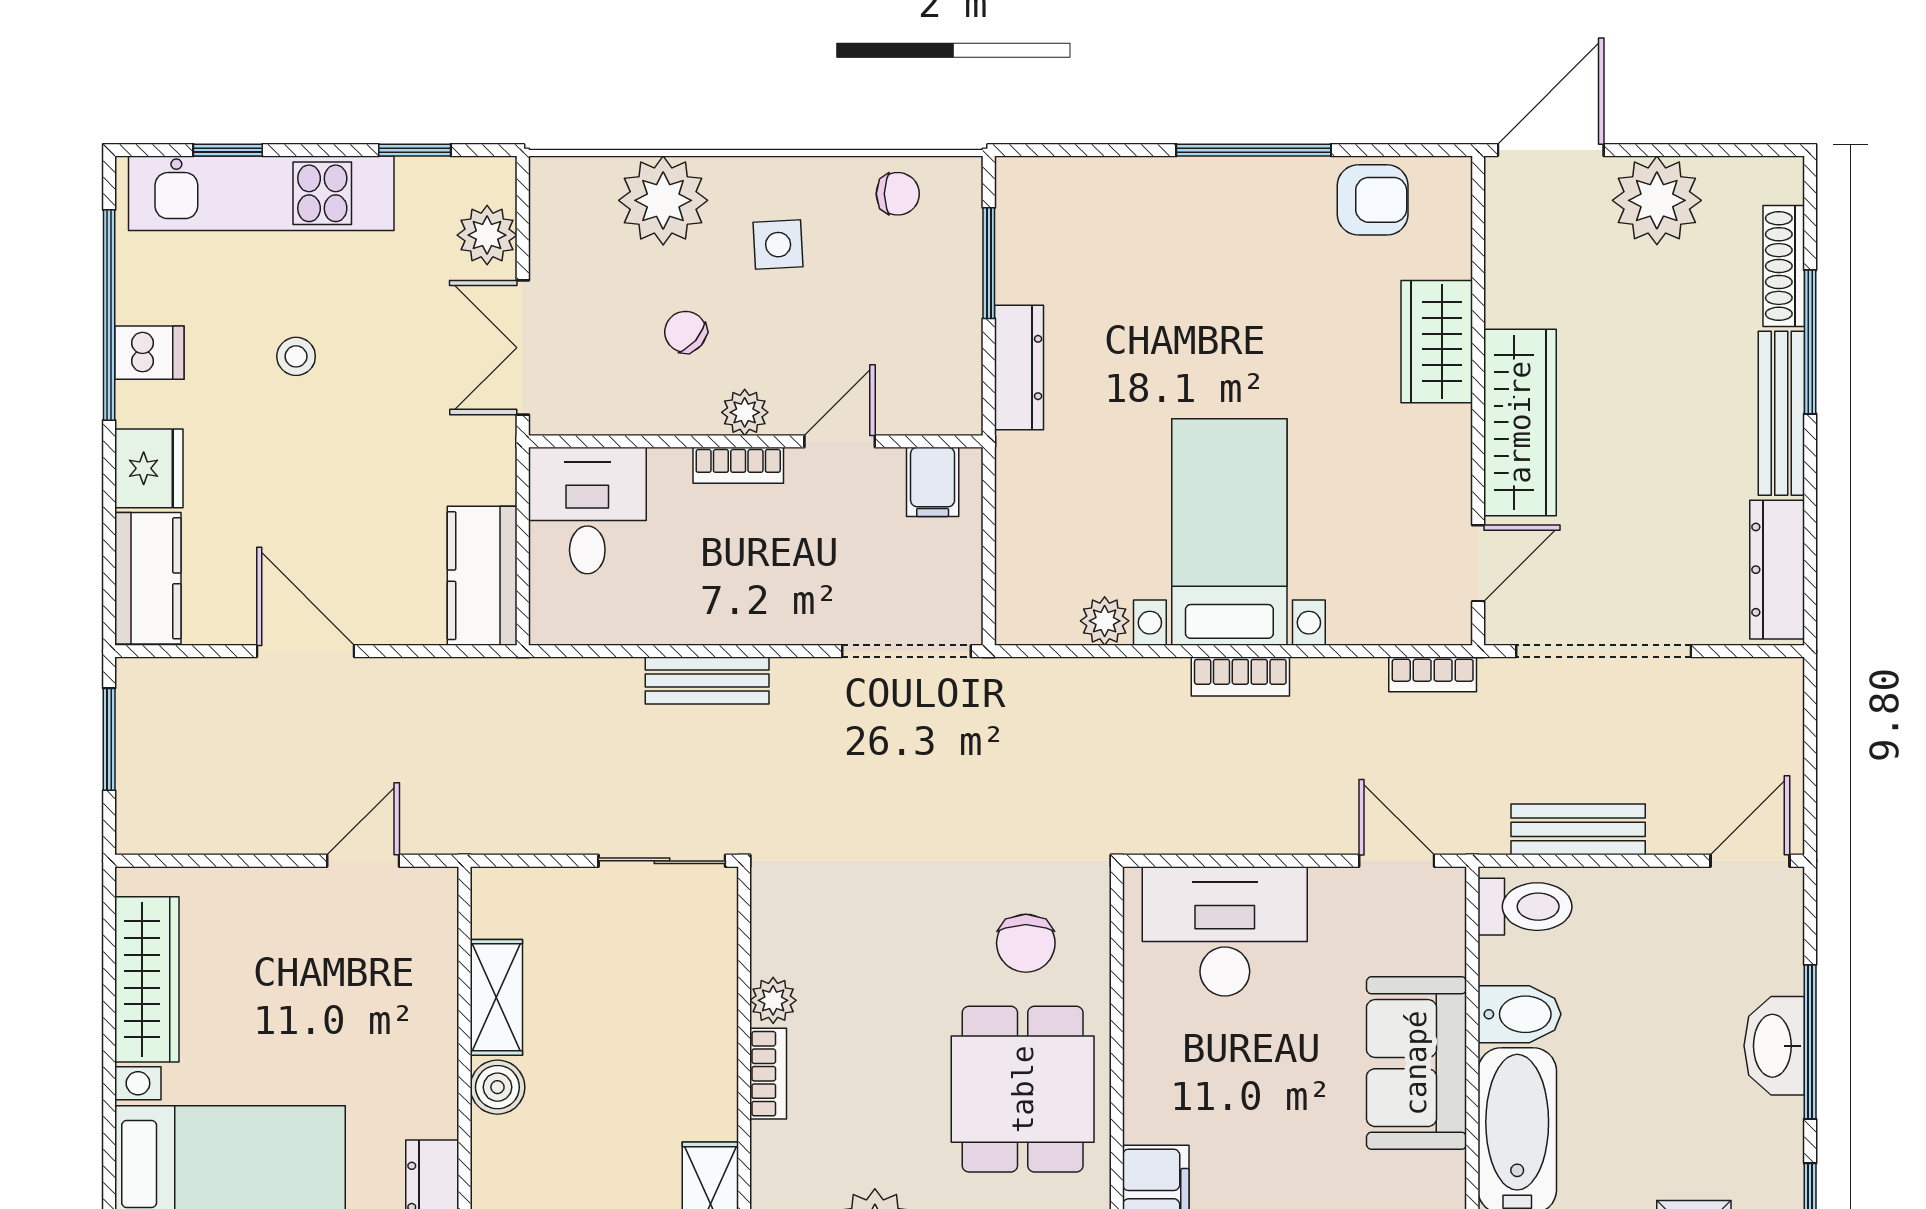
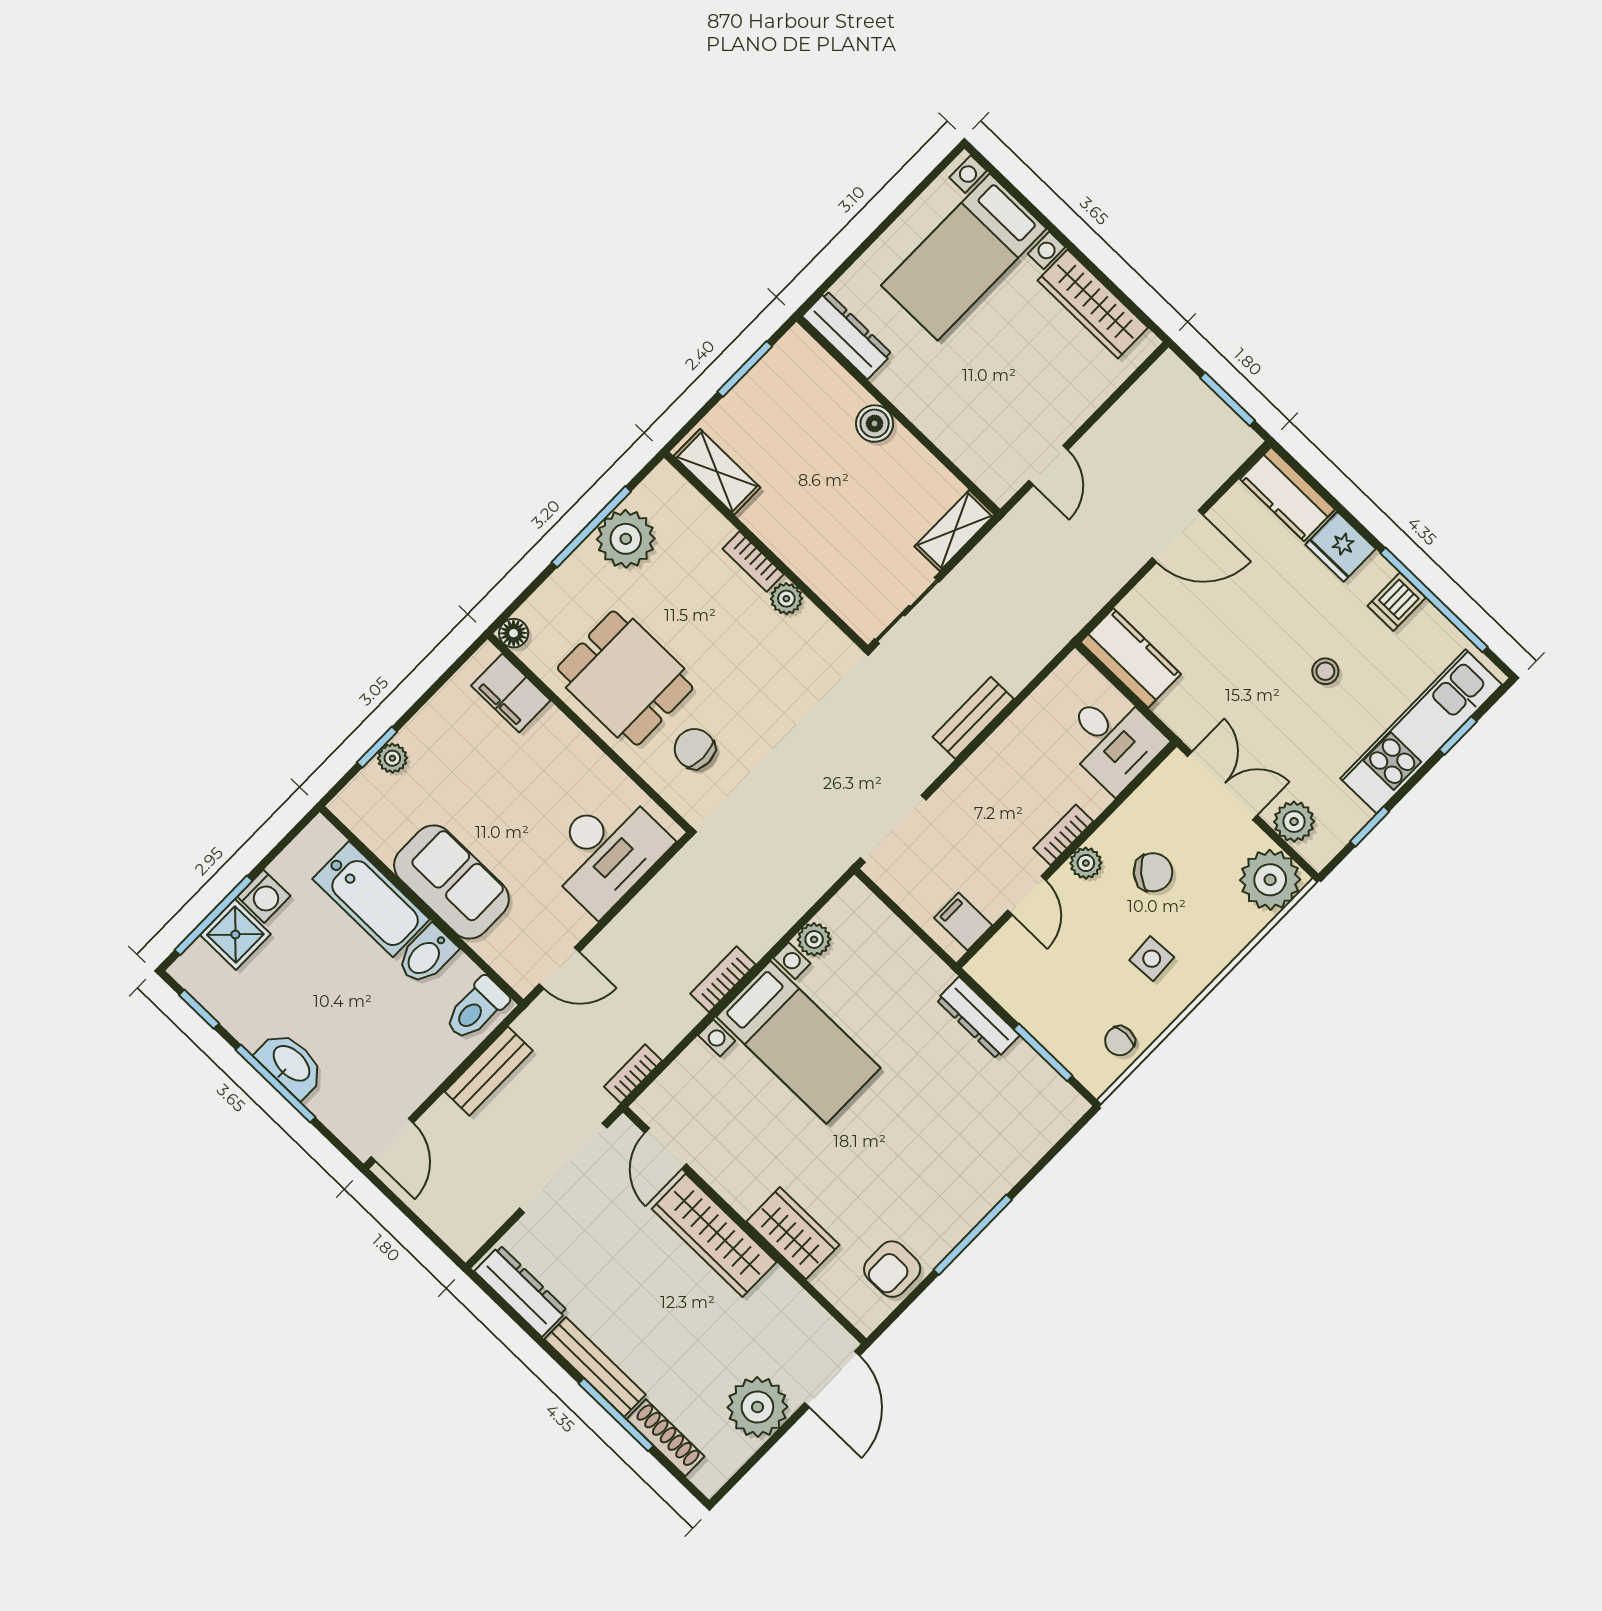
plant: (663, 200) -> (1270, 880), moved
chair: (686, 332) -> (1153, 872), width x1.37, depth x1.37
shelving: (496, 997) -> (955, 530), moved, turned 90

